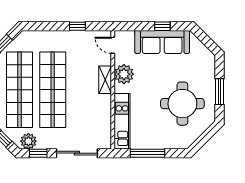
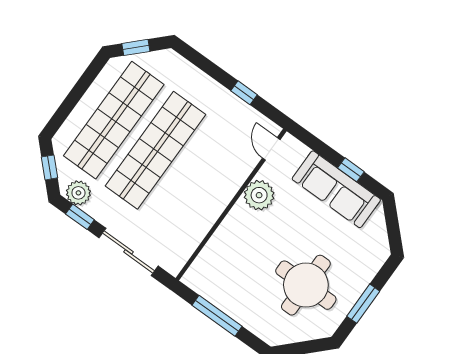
shelving: (105, 80) -> (230, 185), removed
kitchen unit: (122, 121) -> (214, 252), removed

